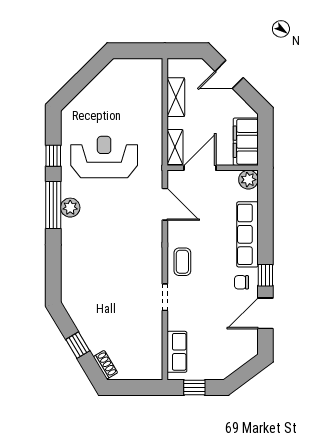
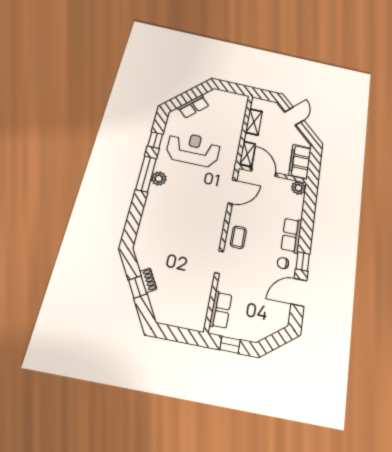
door: (229, 74) -> (294, 116), swing flipped
row of seats: (91, 94) -> (193, 107), added
door: (200, 168) -> (264, 172), hinge flipped
door: (165, 204) -> (232, 192), hinge flipped
row of seats: (247, 234) -> (292, 235), width x0.68
shoe rack: (106, 365) -> (148, 280), moved

